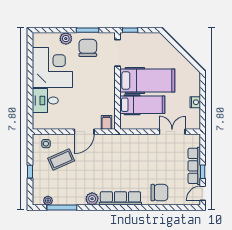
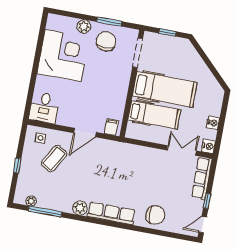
window: (130, 30) -> (168, 32), moved
desk: (45, 100) -> (44, 108), moved, turned -90
nightstand: (195, 123) -> (208, 146), added
coffee table: (61, 160) -> (54, 159), turned -36
row of seats: (194, 166) -> (202, 178), moved

